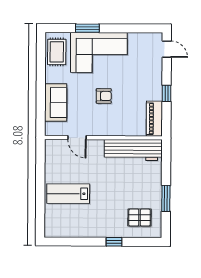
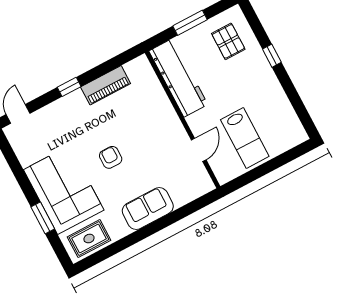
door: (77, 138) -> (199, 150), moved
wall: (103, 138) -> (183, 120), moved
workbench: (133, 150) -> (178, 78), moved

